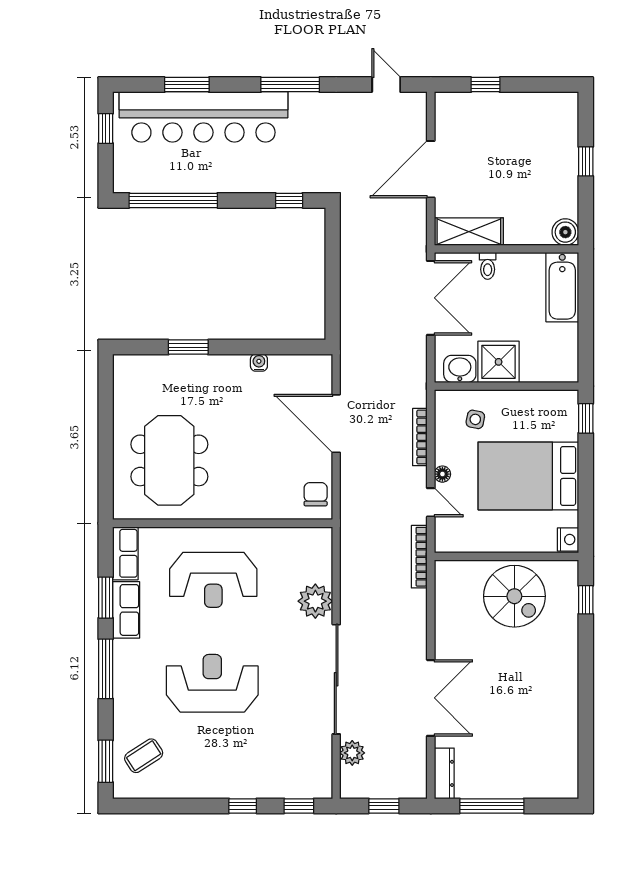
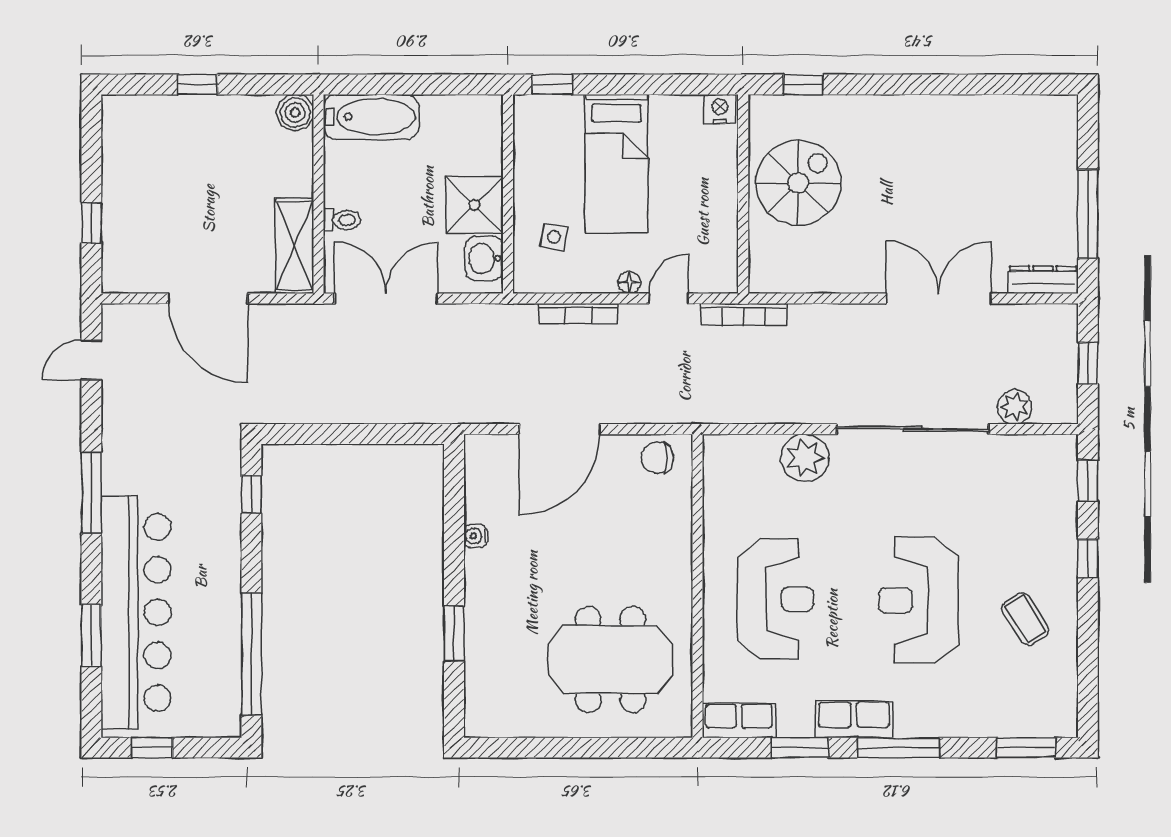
bed: (528, 476) -> (616, 164), width x0.67
row of seats: (126, 610) -> (854, 719), moved
coffee table: (144, 756) -> (1025, 619), moved

